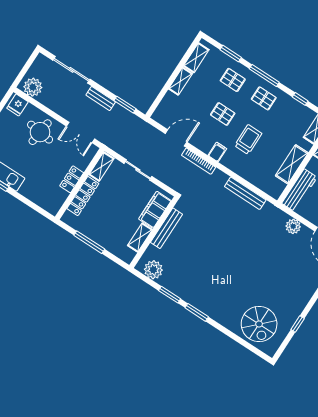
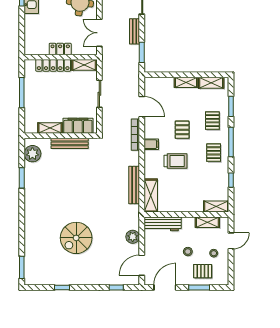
shelving: (292, 164) -> (151, 196), moved, turned 90
window: (197, 312) -> (22, 267), moved
spiral stairs: (259, 324) -> (76, 238), moved

